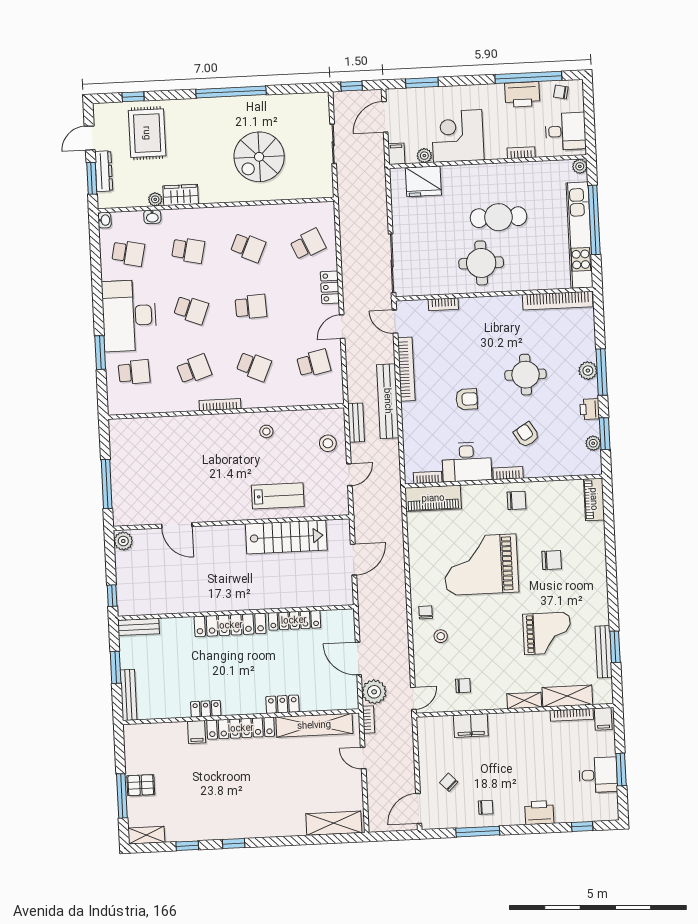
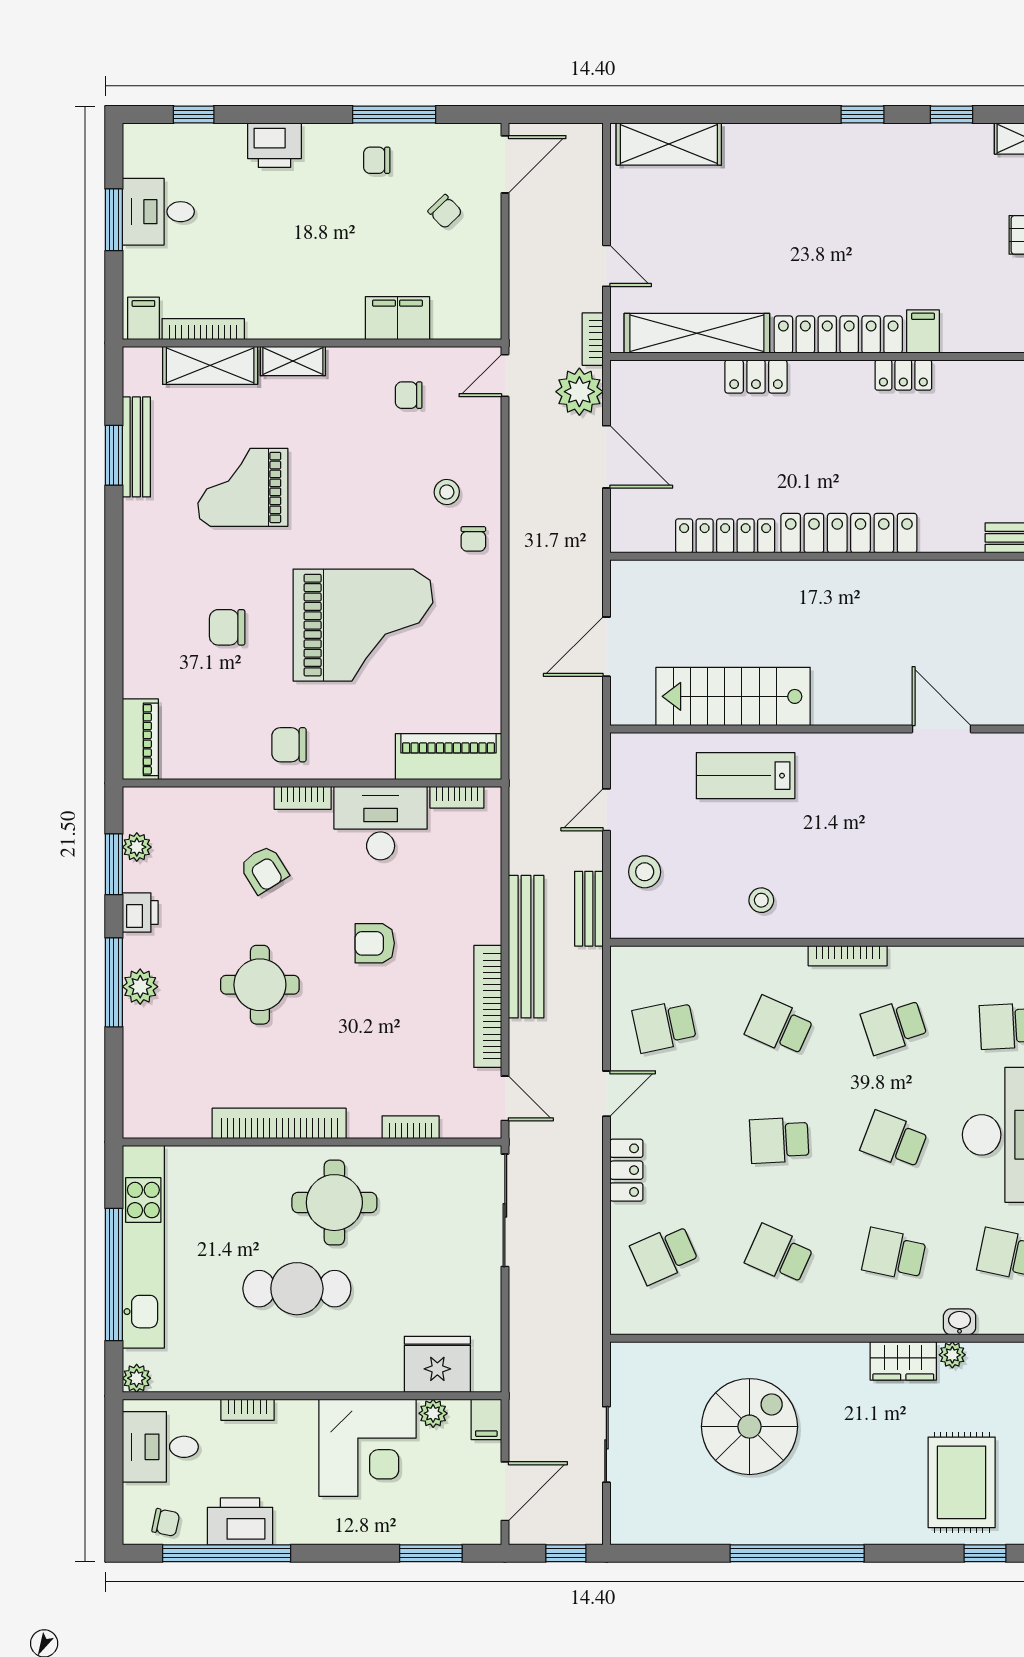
bookcase: (558, 301) -> (279, 1123), moved

